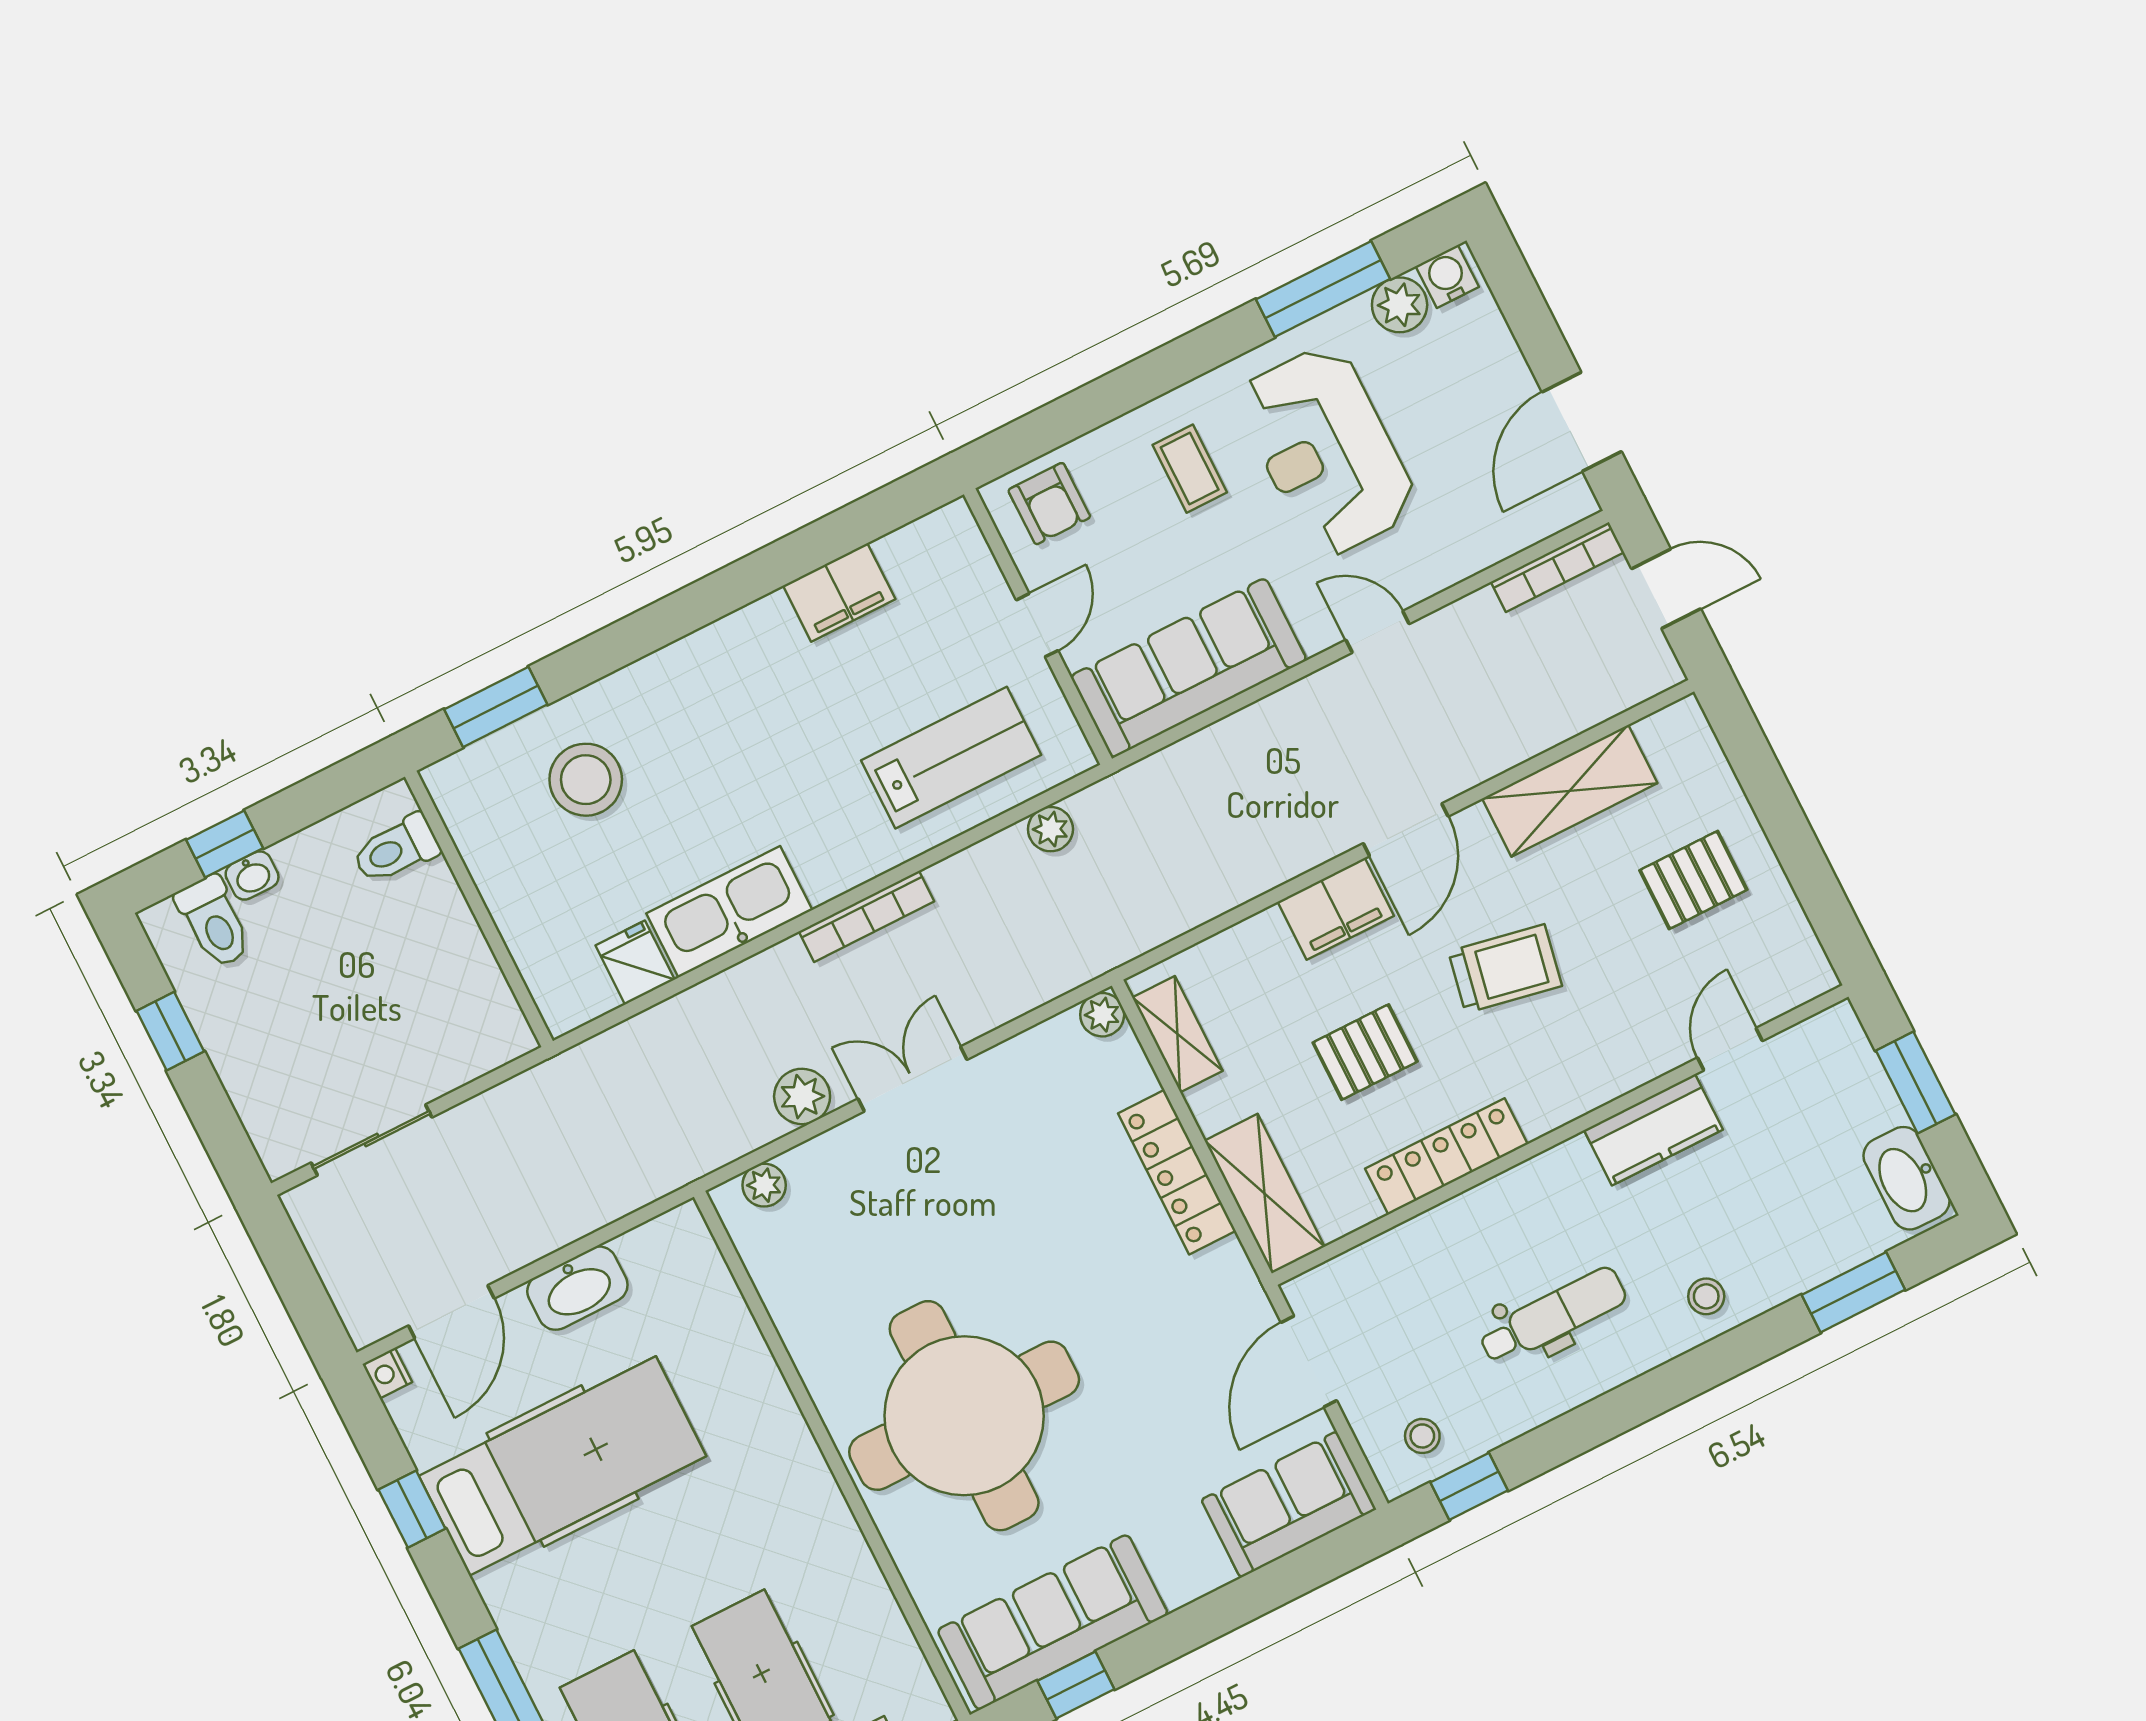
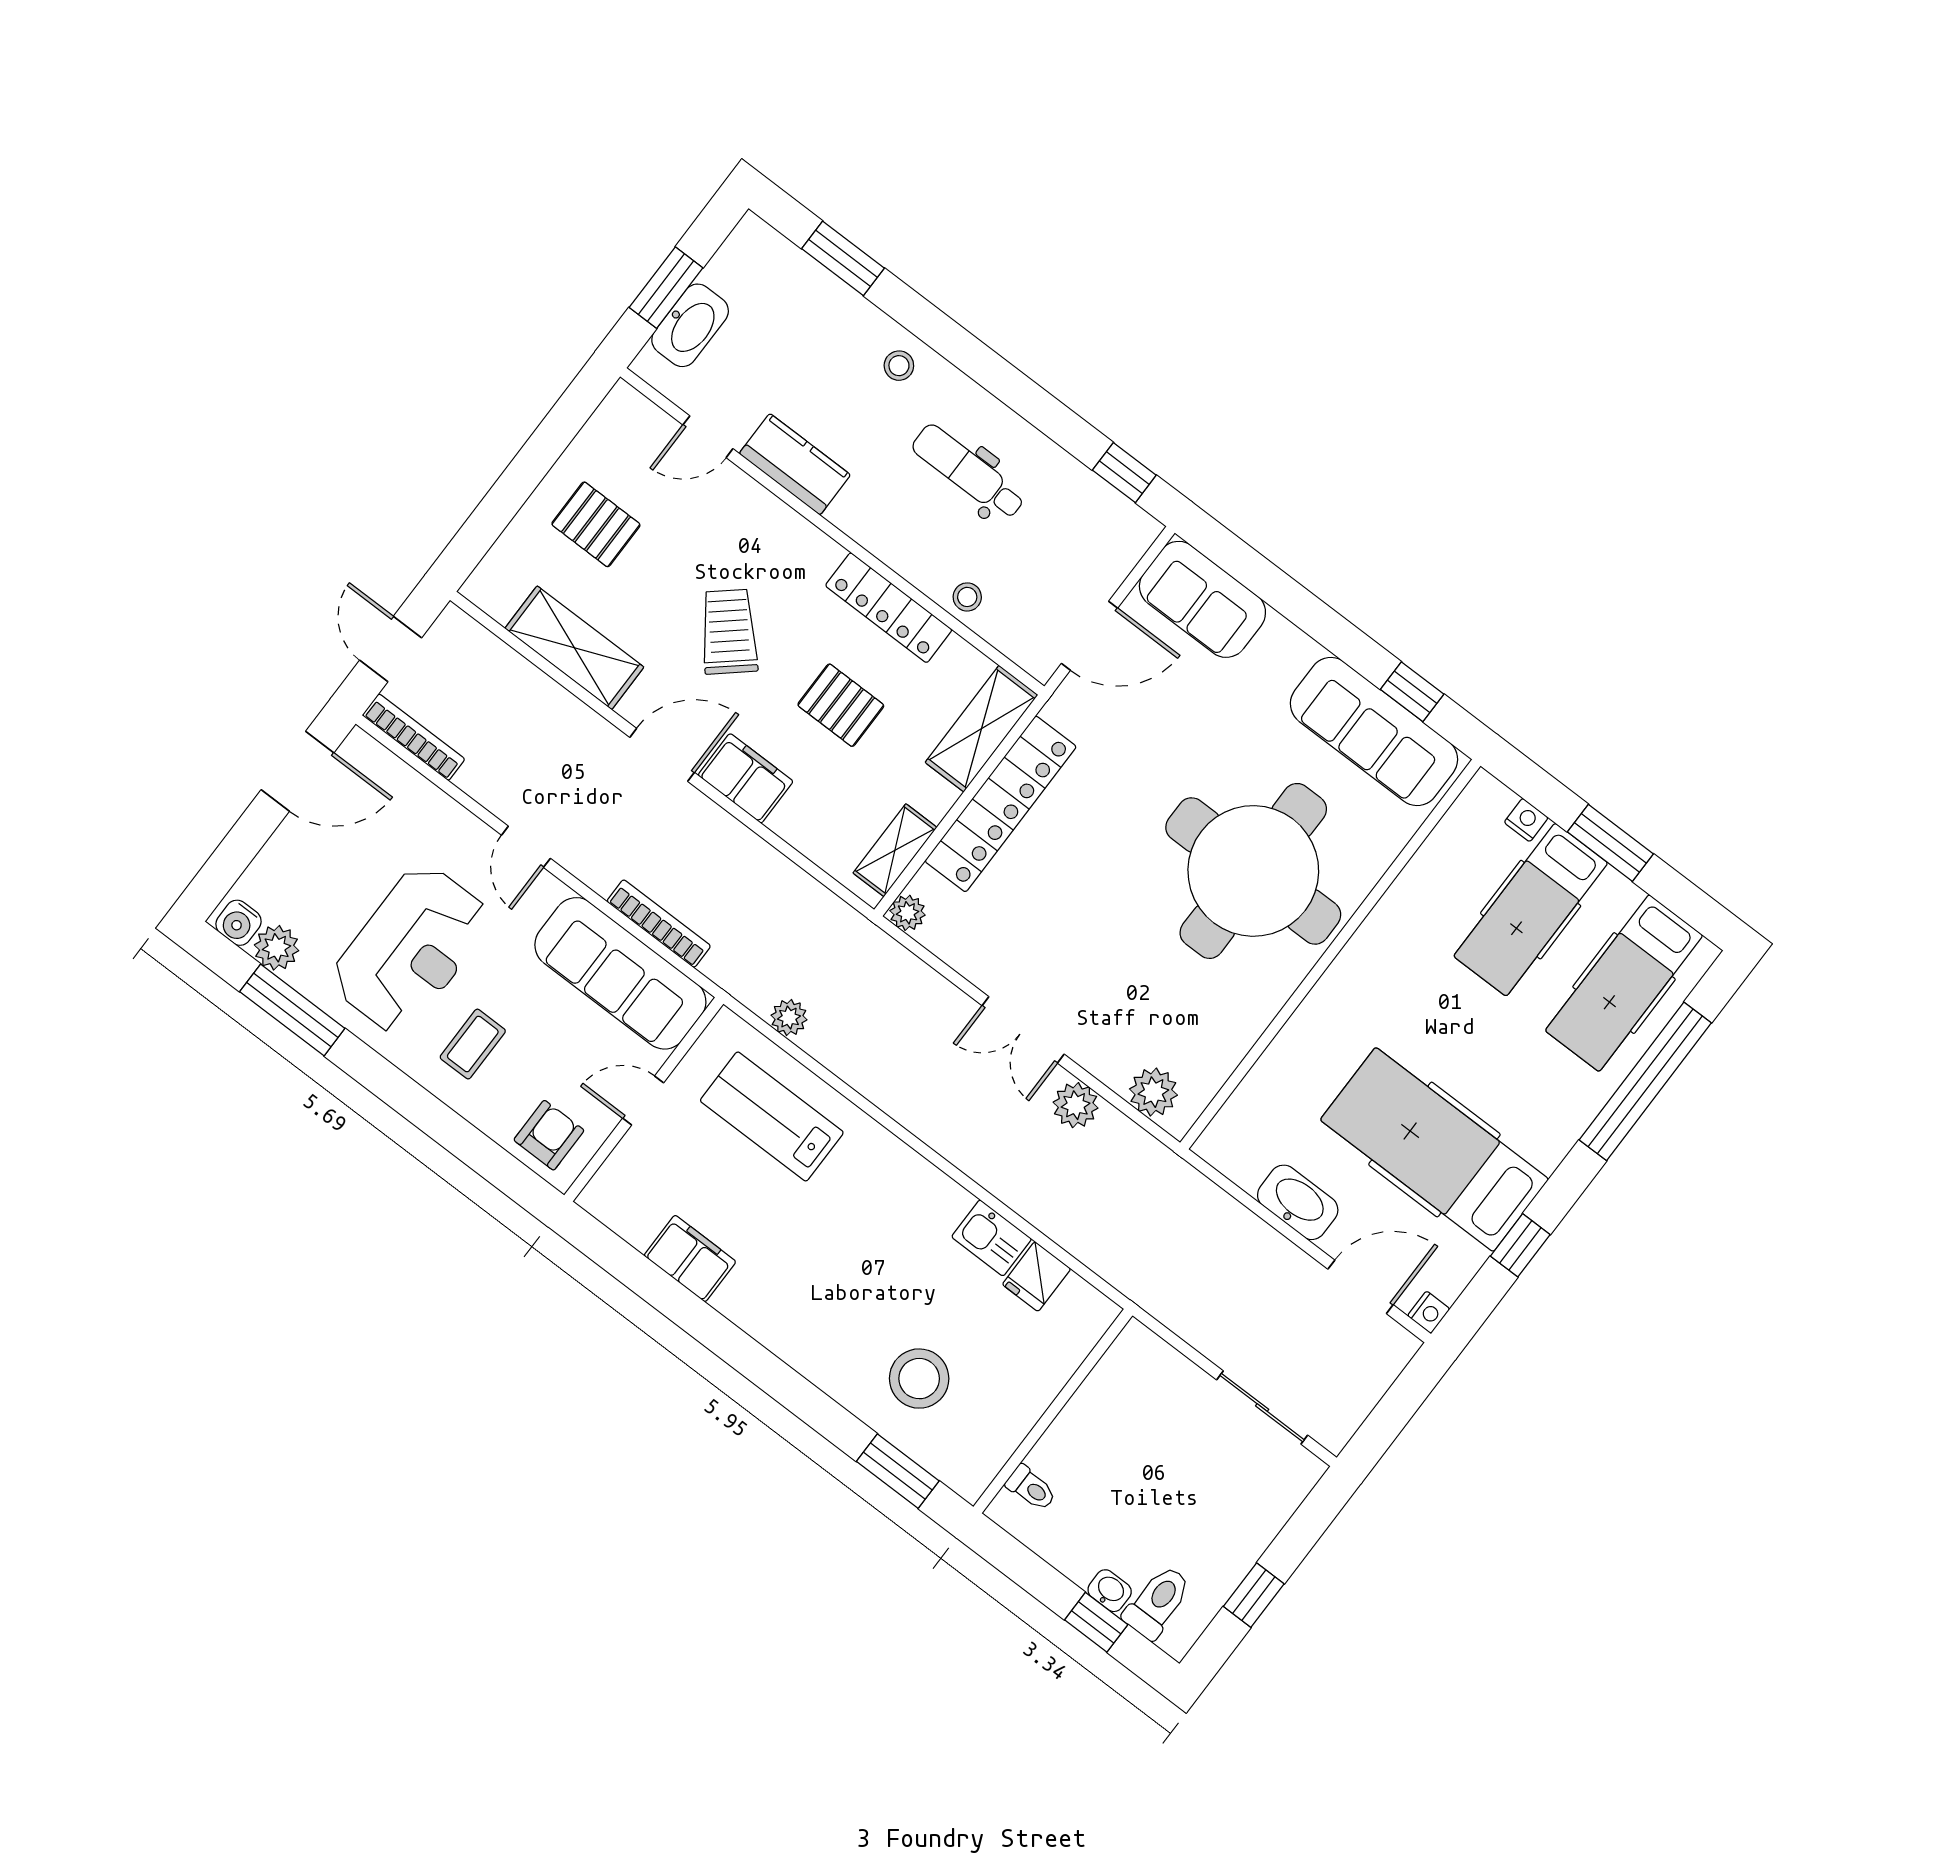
toilet: (396, 849) -> (1031, 1488), width x0.73, depth x0.72
kitchen sink: (729, 912) -> (992, 1238), width x0.53, depth x0.81
bookcase: (867, 916) -> (659, 924), moved
trolley: (1505, 969) -> (729, 632), turned 38
locker: (1177, 1172) -> (1001, 804), width x1.41, depth x1.21
washbasin: (1907, 1178) -> (690, 325), moved
plant: (764, 1185) -> (1153, 1092), width x1.38, depth x1.38
stool: (1422, 1436) -> (967, 597), moved

